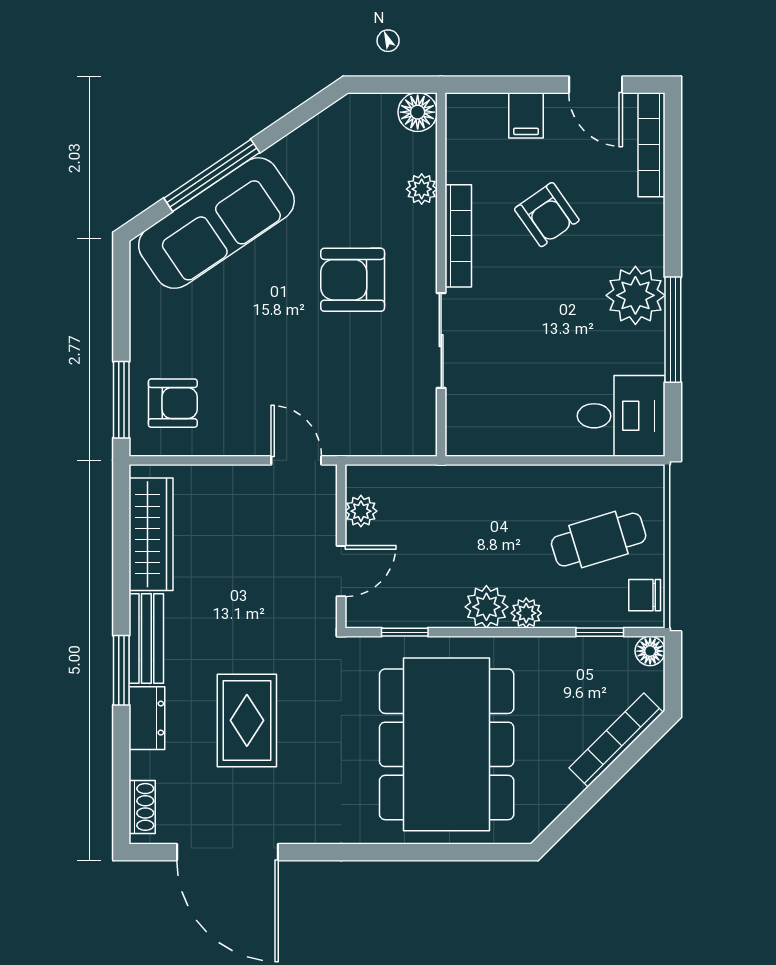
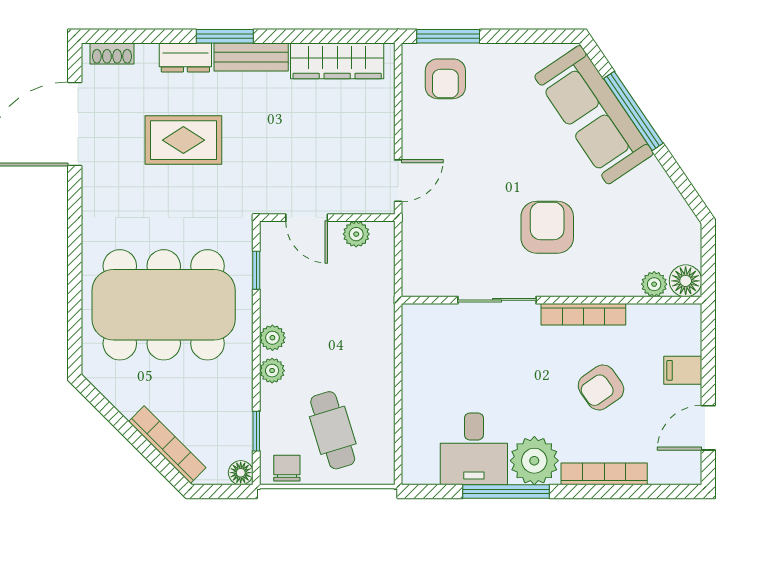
bookcase: (651, 145) -> (604, 474), moved
plant: (422, 189) -> (654, 284), moved
desk: (621, 416) -> (474, 449), moved
plant: (486, 607) -> (272, 338), width x0.73, depth x0.73

